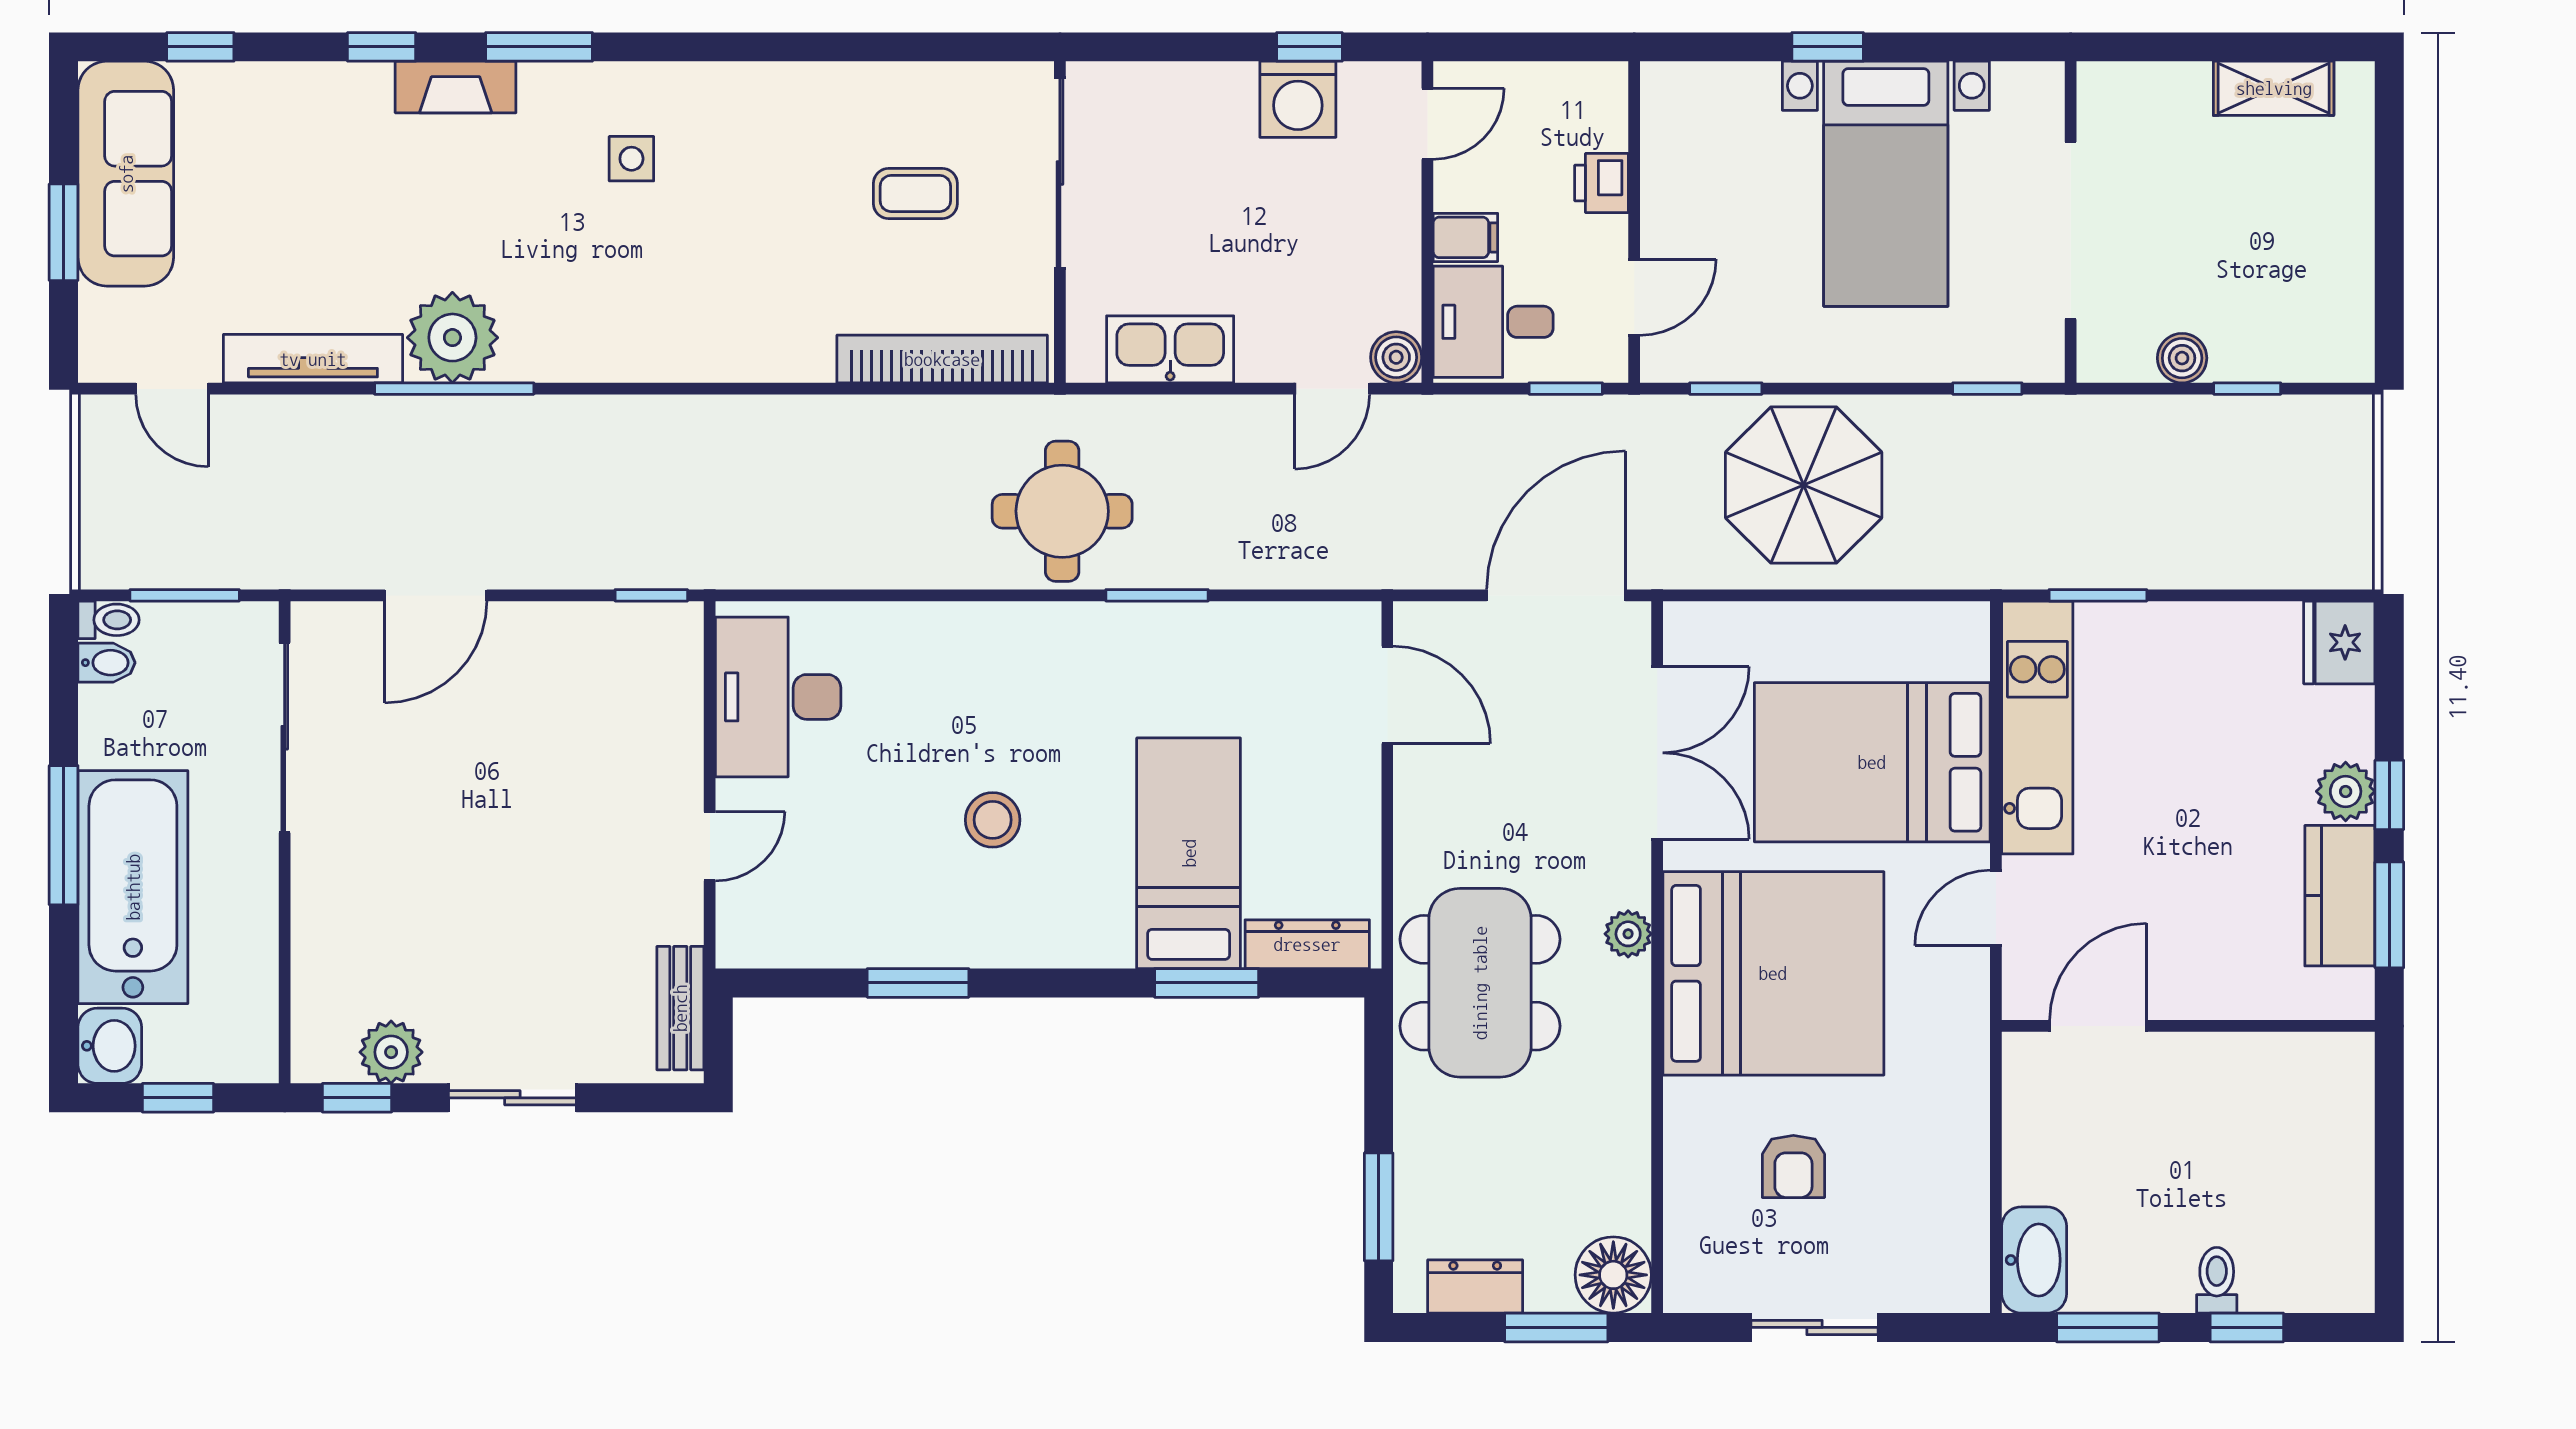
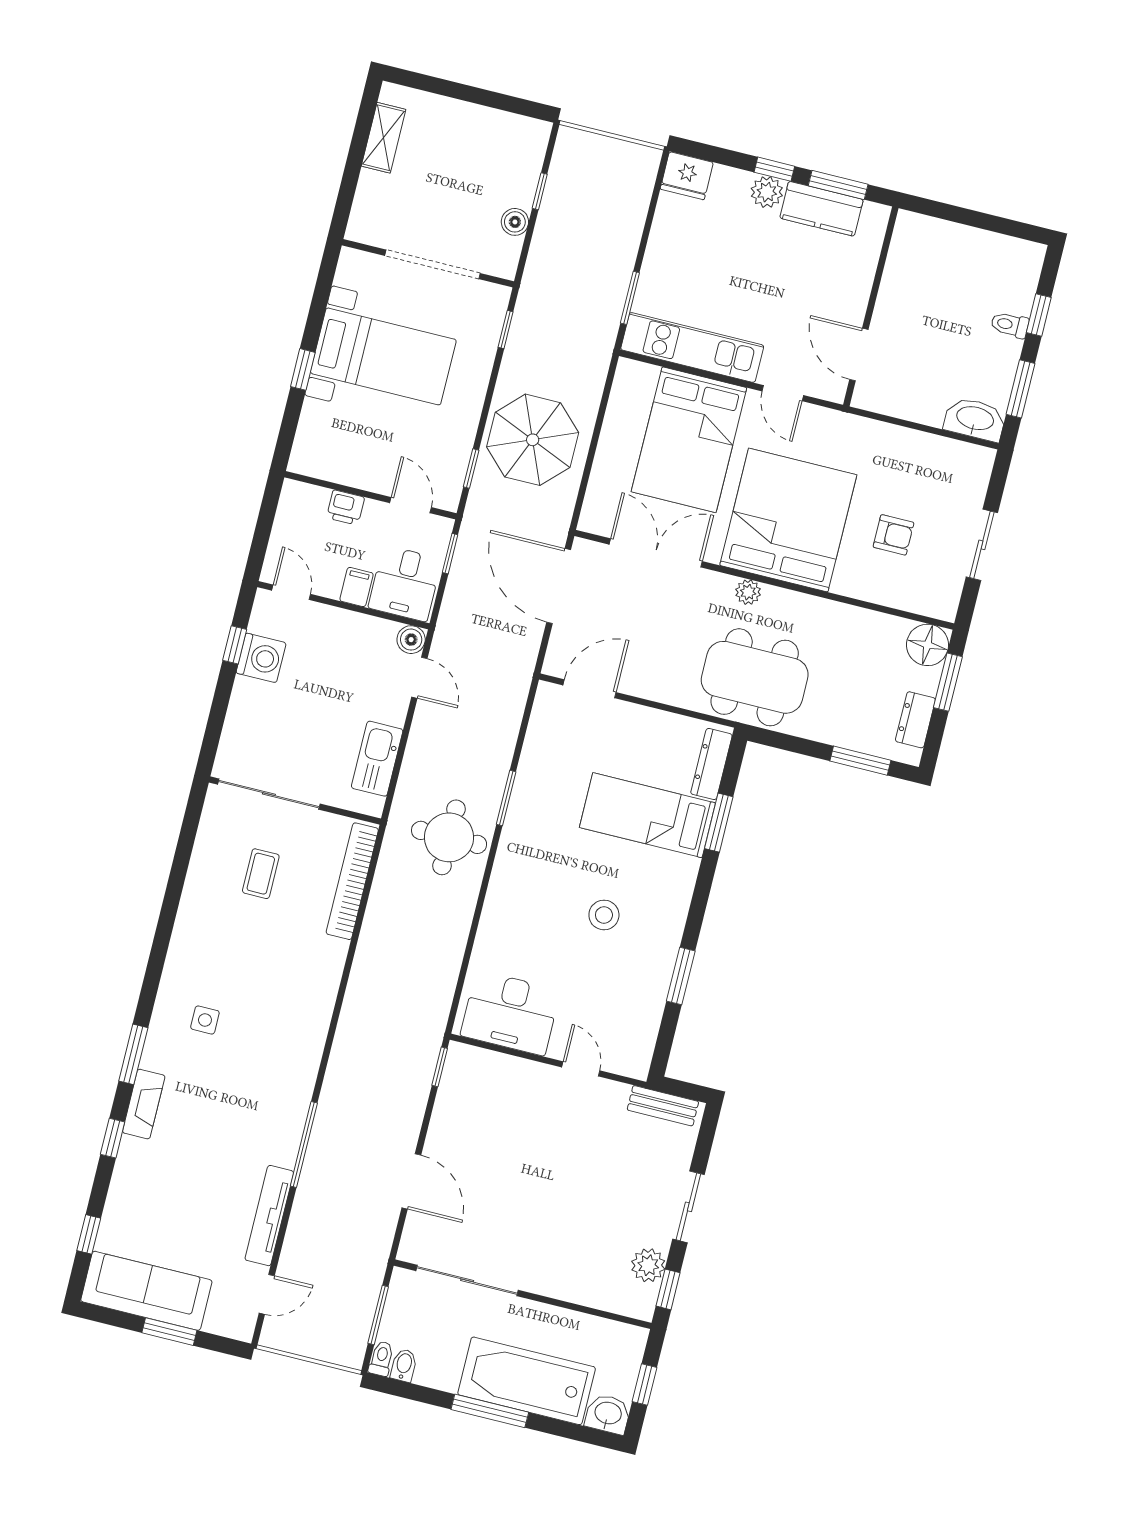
plant: (452, 338) -> (276, 1139), removed

